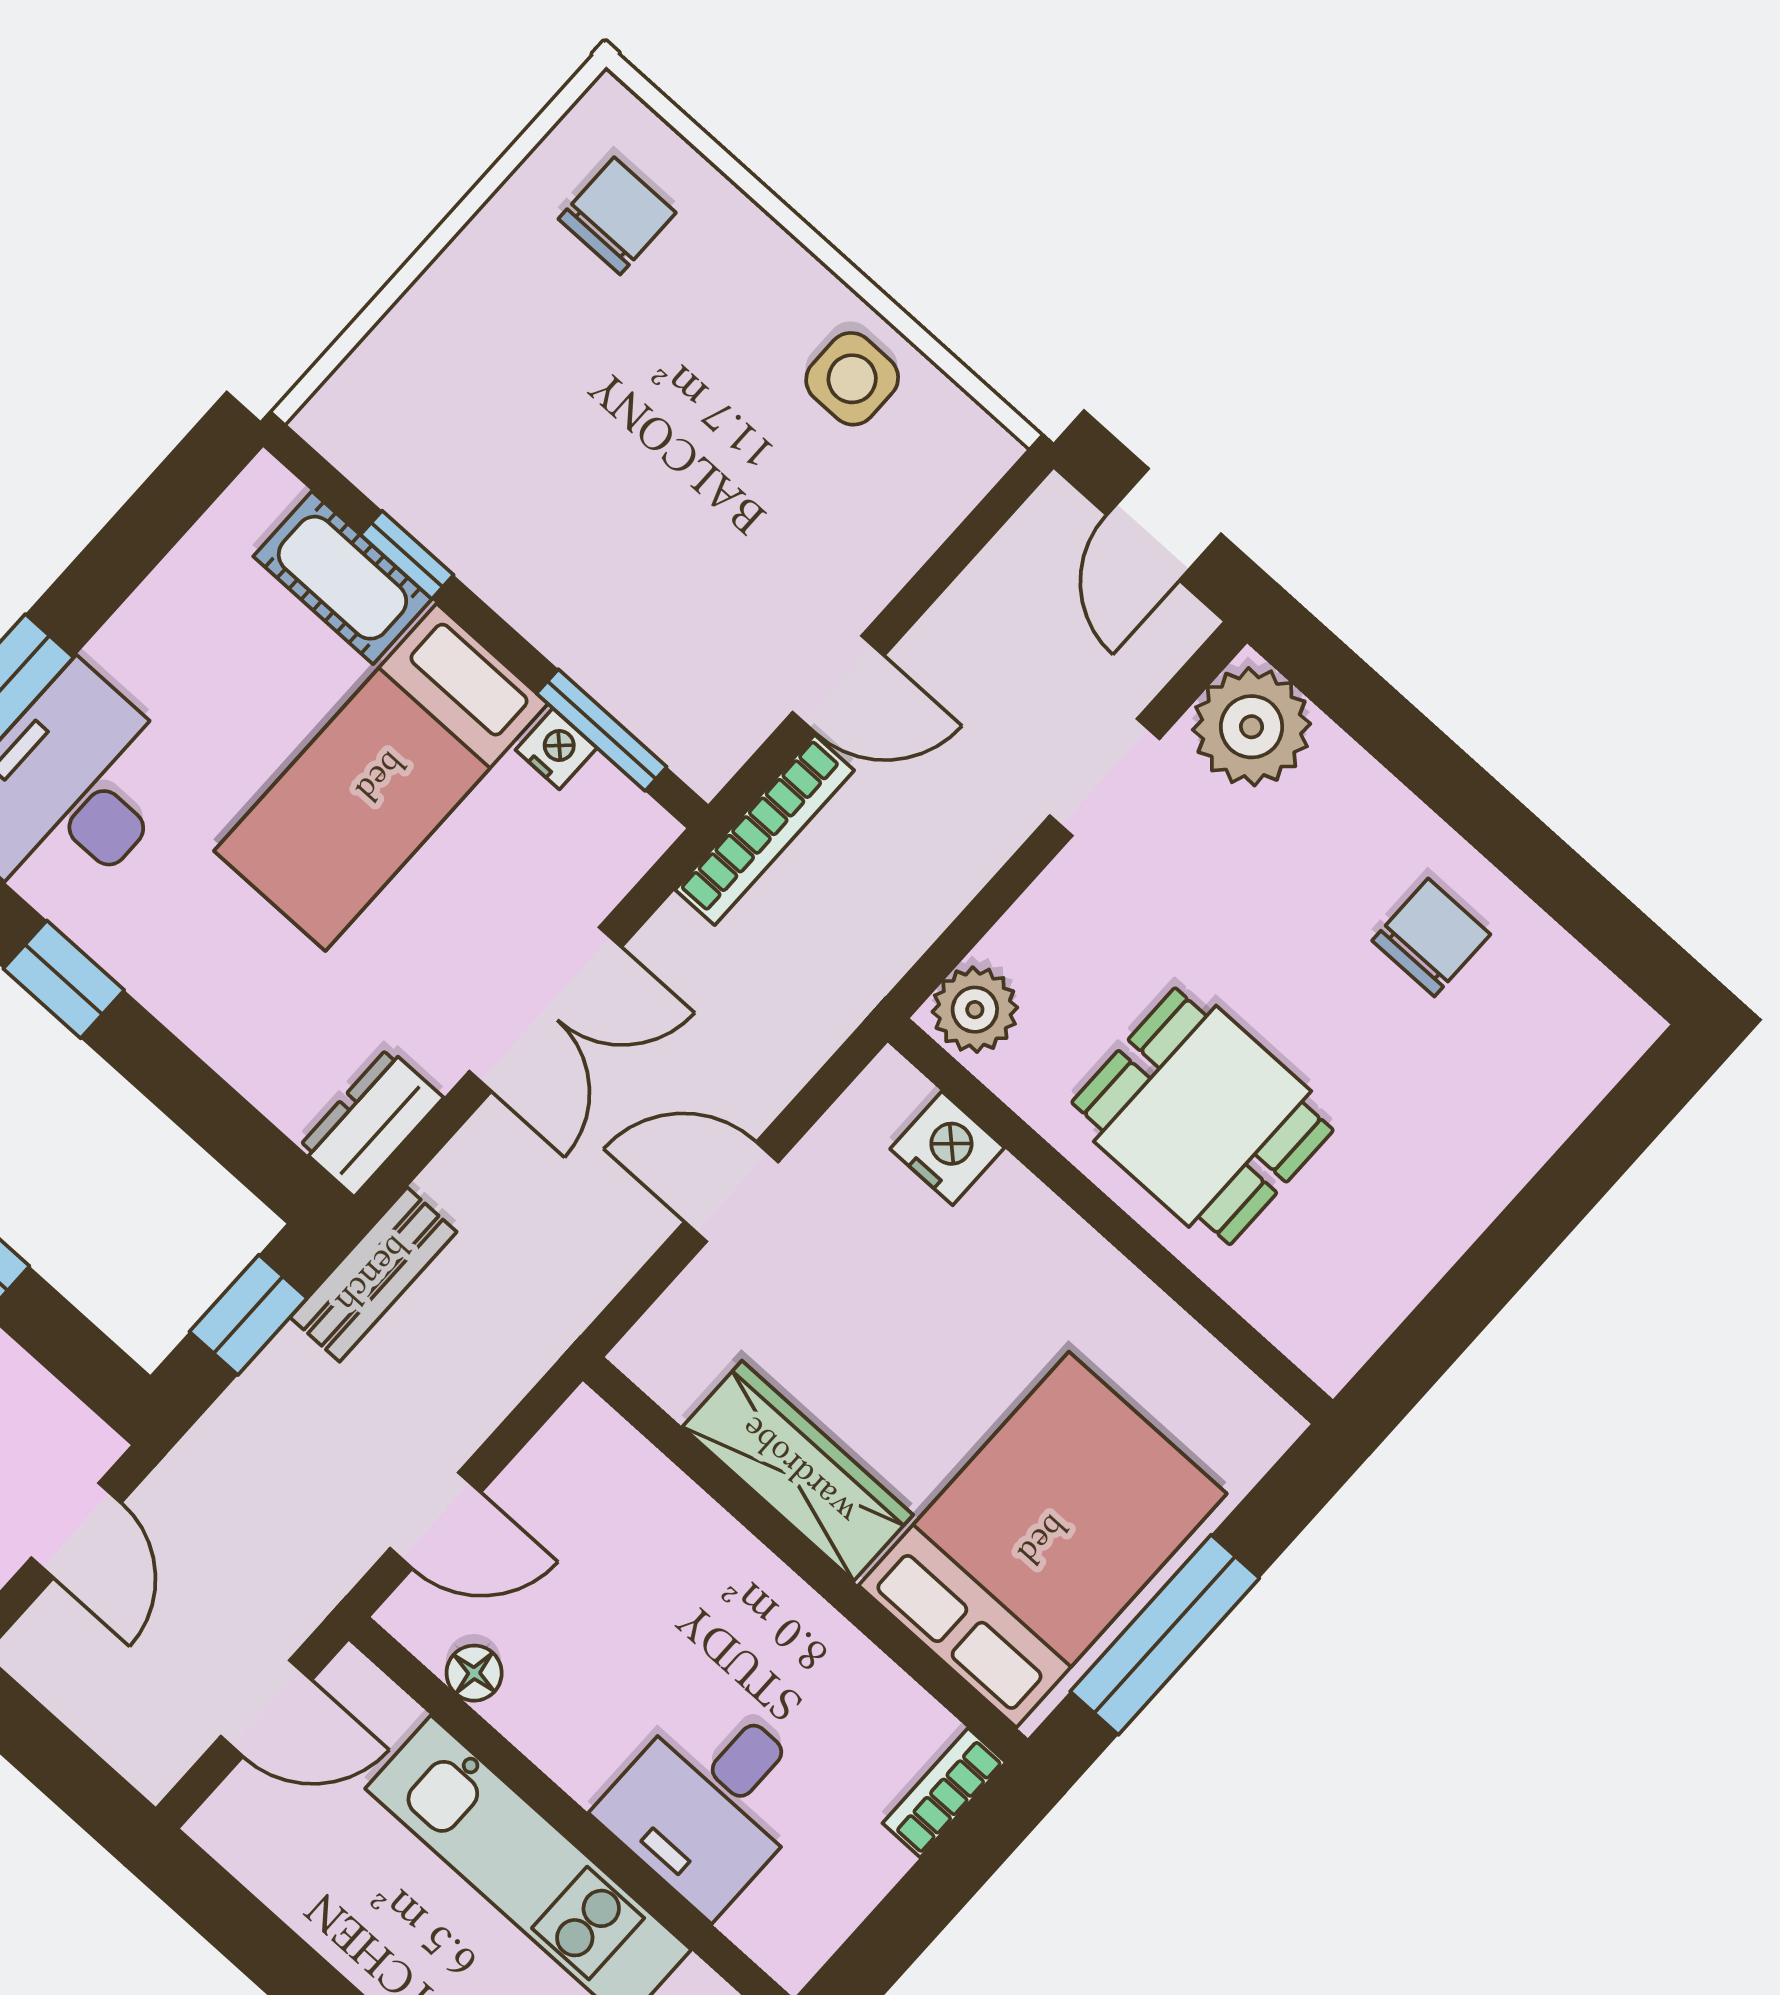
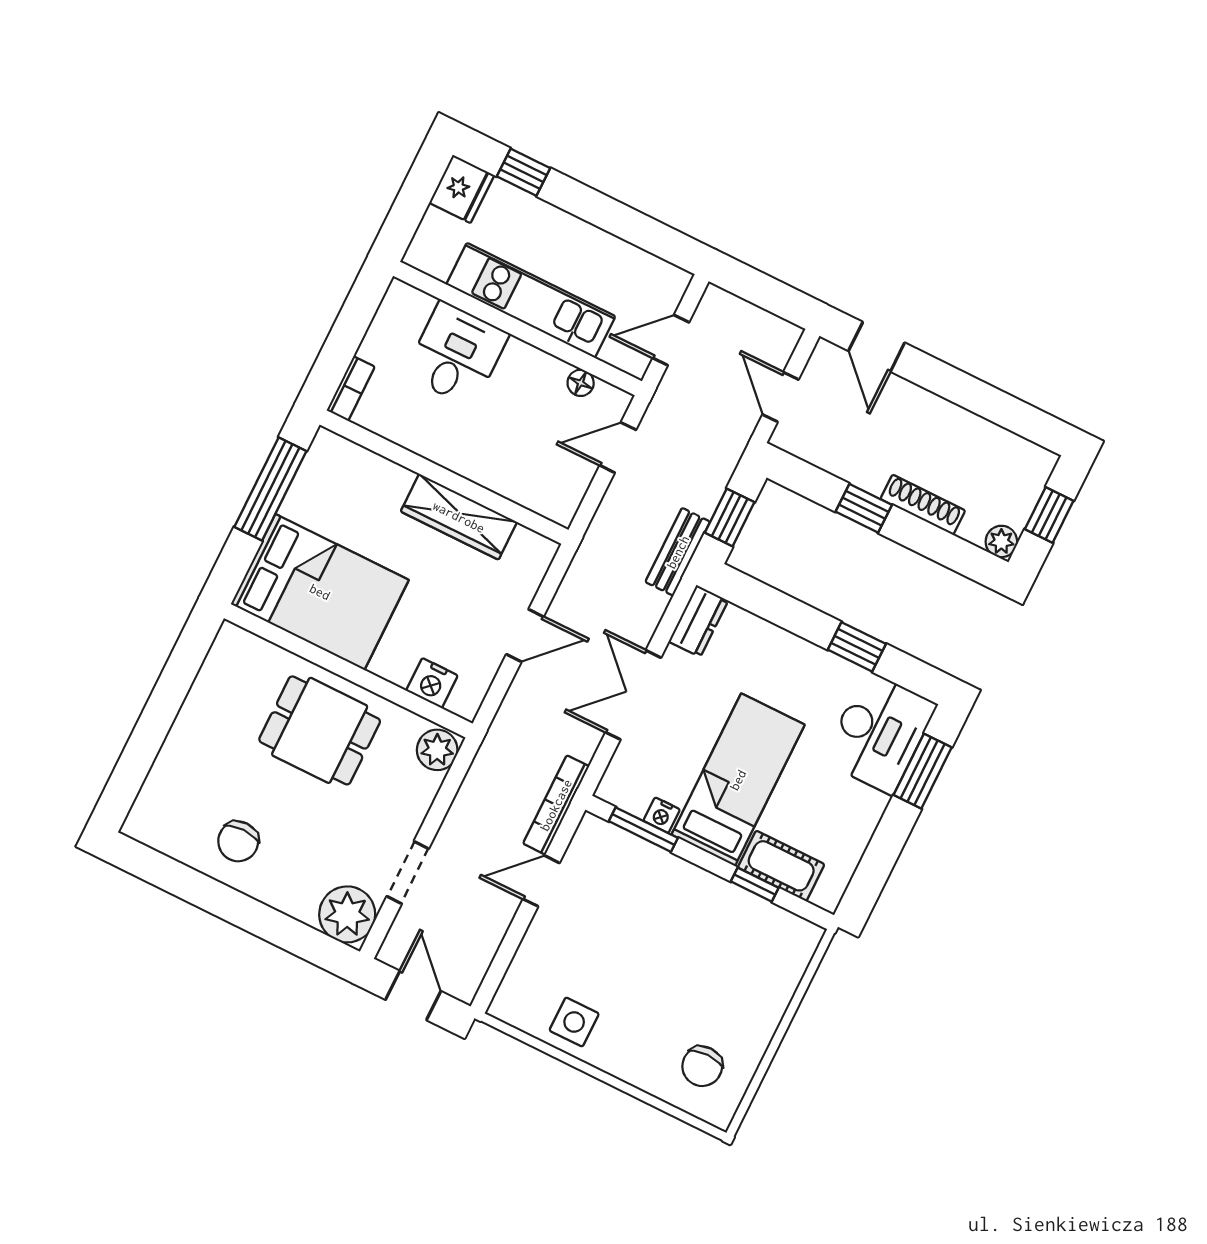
bed: (1043, 1540) -> (320, 592), moved, turned -90

